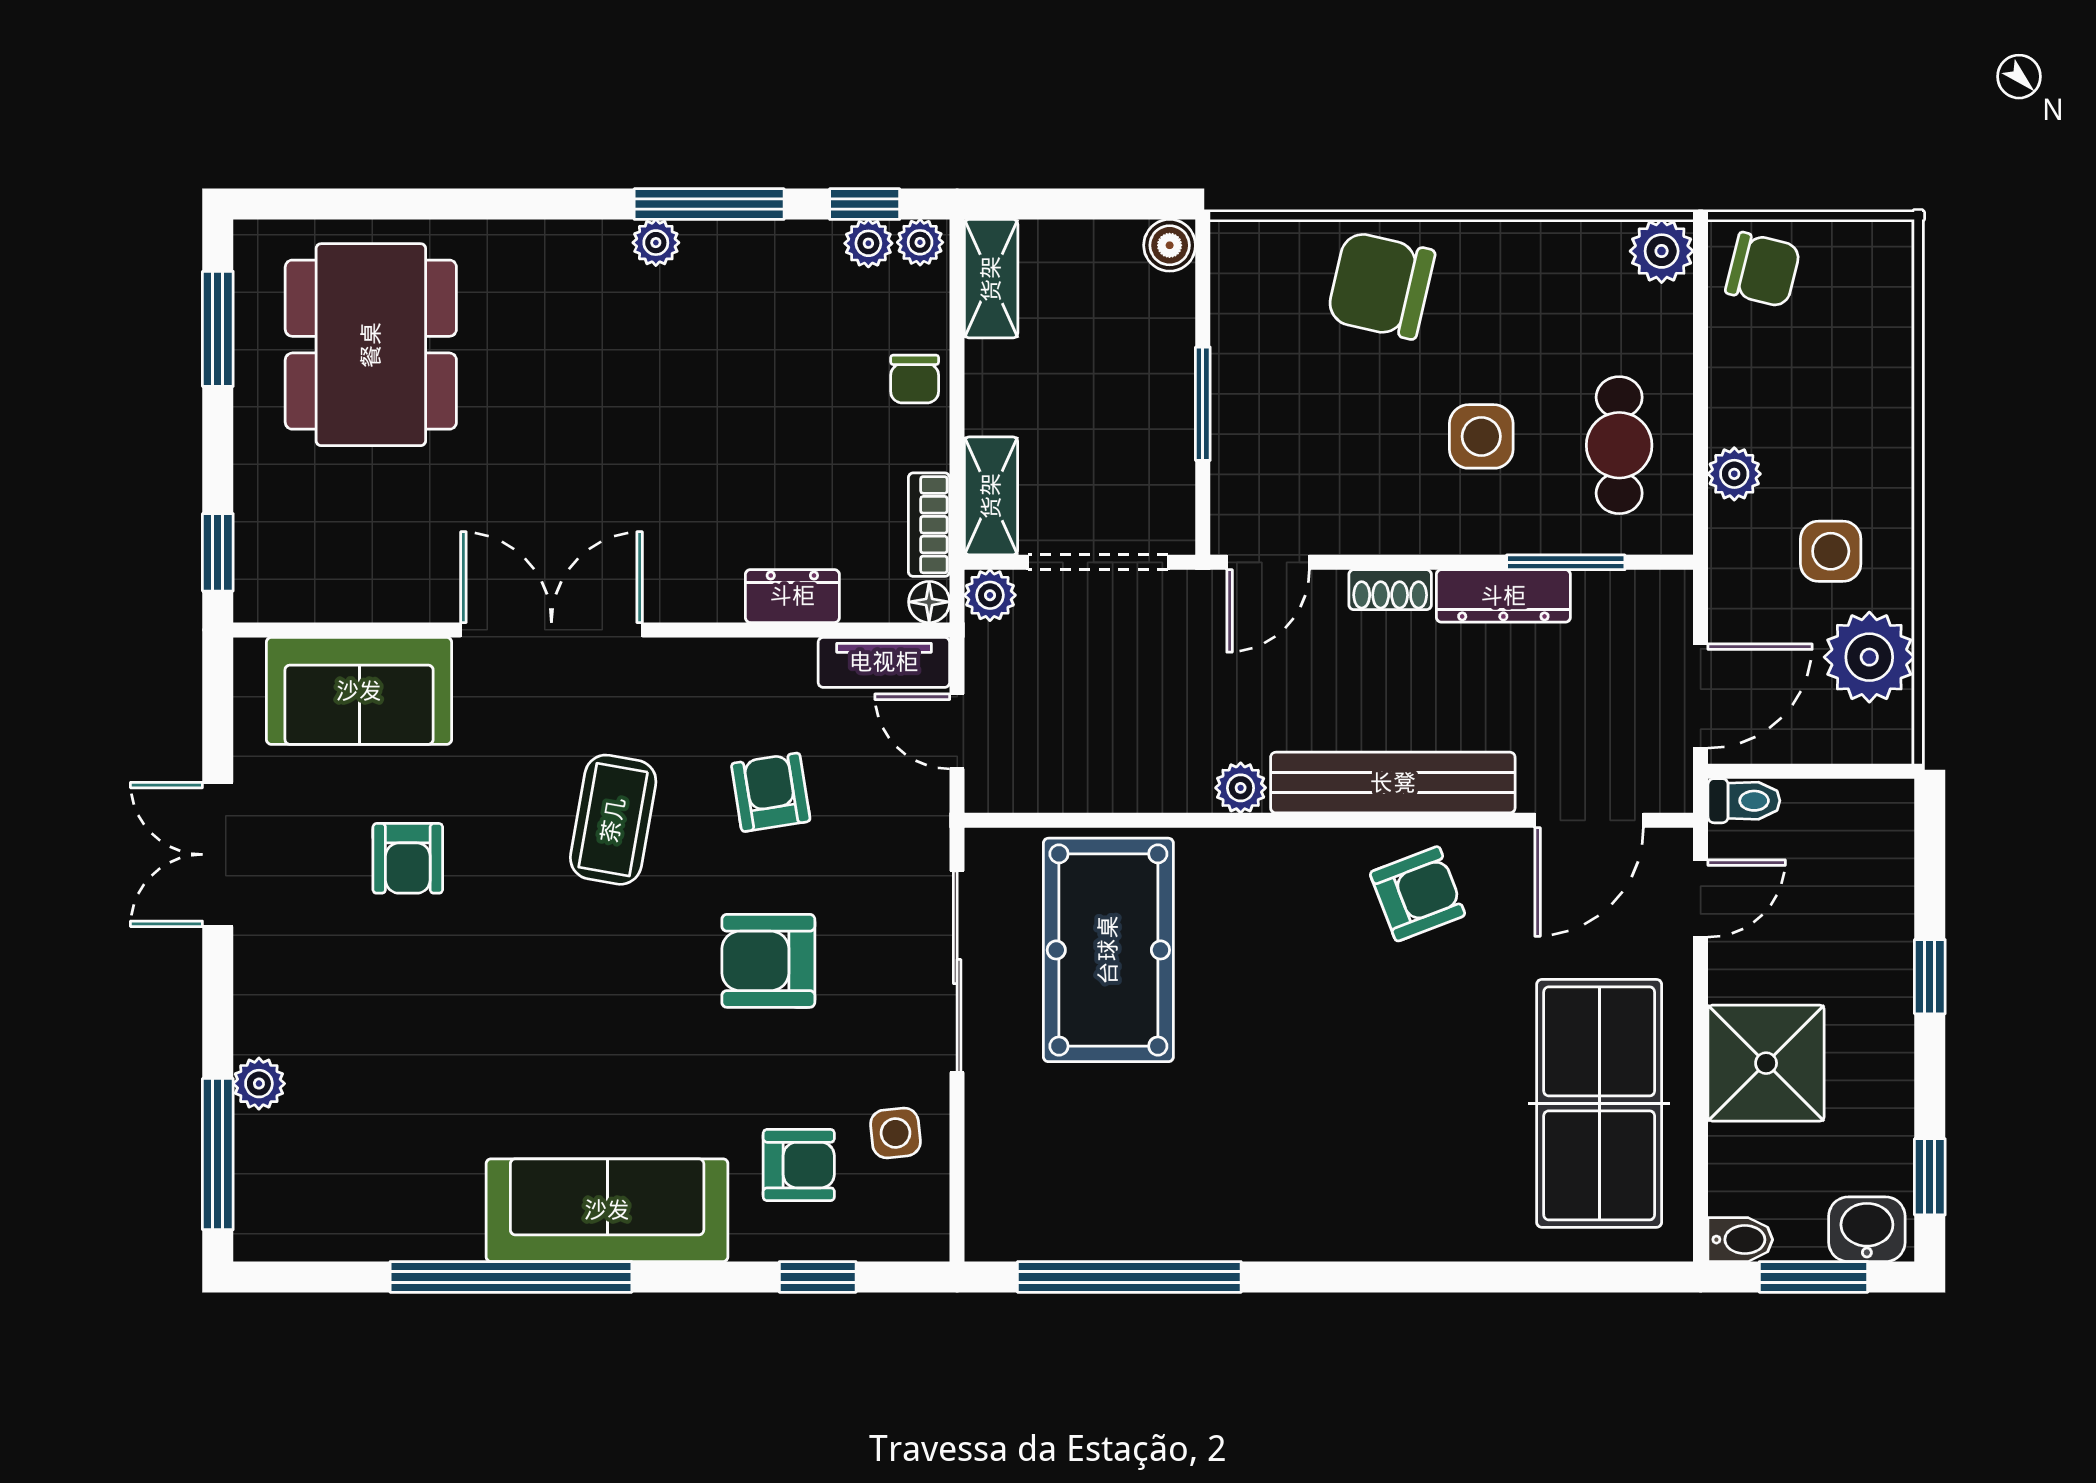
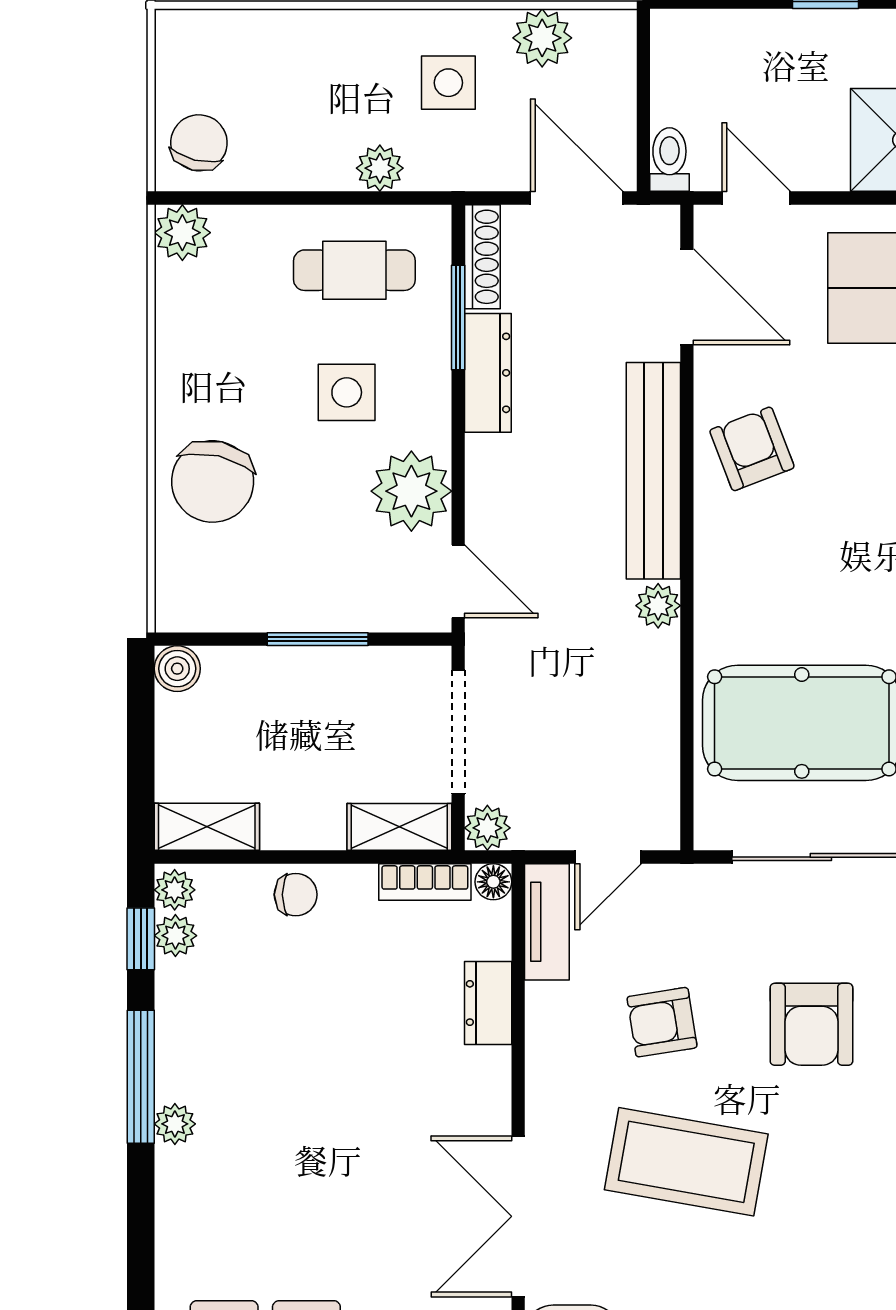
plant: (1370, 509) -> (411, 491), added
shoe rack: (1390, 590) -> (482, 257), moved, width x1.43
plant: (1869, 657) -> (542, 38), width x0.73, depth x0.73
coffee table: (613, 820) -> (686, 1162), width x1.36, depth x1.32

